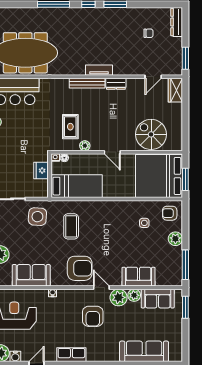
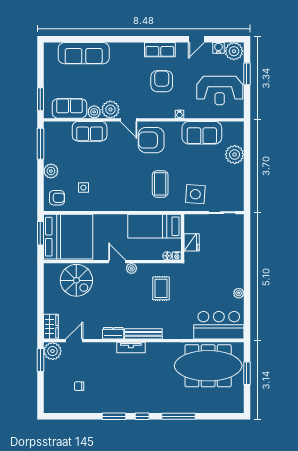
dresser: (177, 22) -> (50, 398), removed
plant: (174, 67) -> (53, 351), added
plant: (85, 146) -> (131, 268), moved
armchair: (93, 316) -> (162, 81), moved

